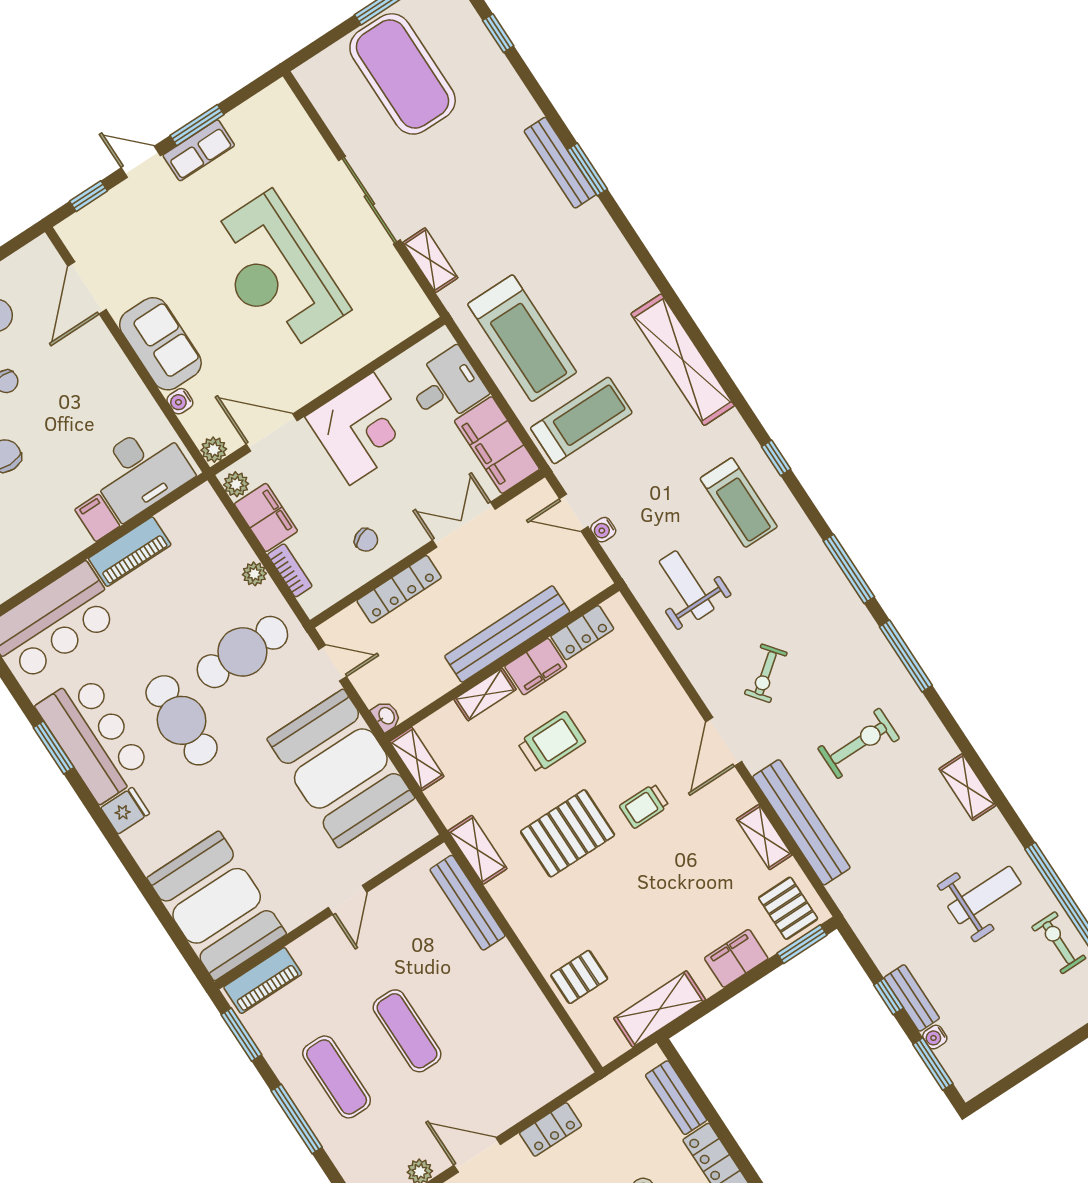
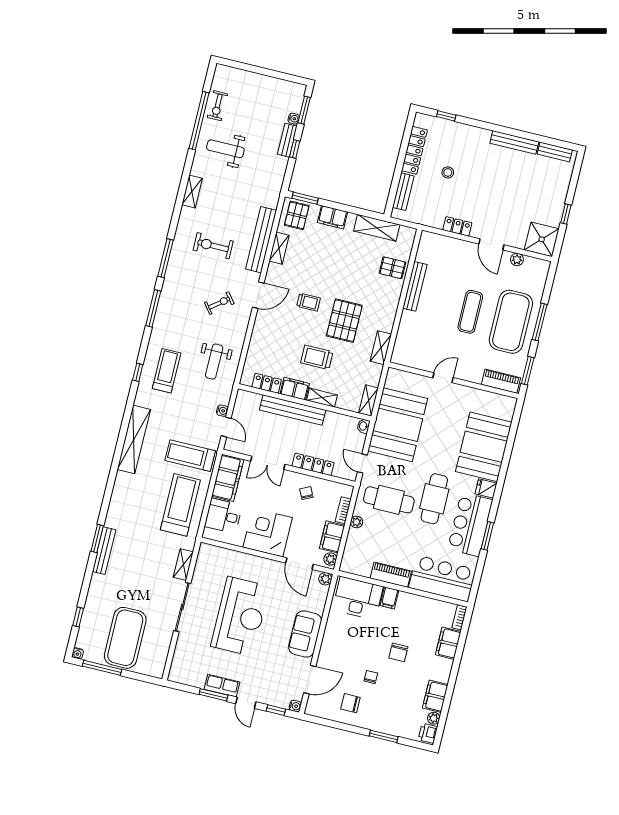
water cooler: (180, 401) -> (295, 706), moved
pallet: (568, 833) -> (344, 321), turned 90
bench: (467, 903) -> (415, 286), moved
booth: (217, 906) -> (484, 447), moved
exercise mat: (337, 1077) -> (511, 322), width x2.00, depth x1.45

